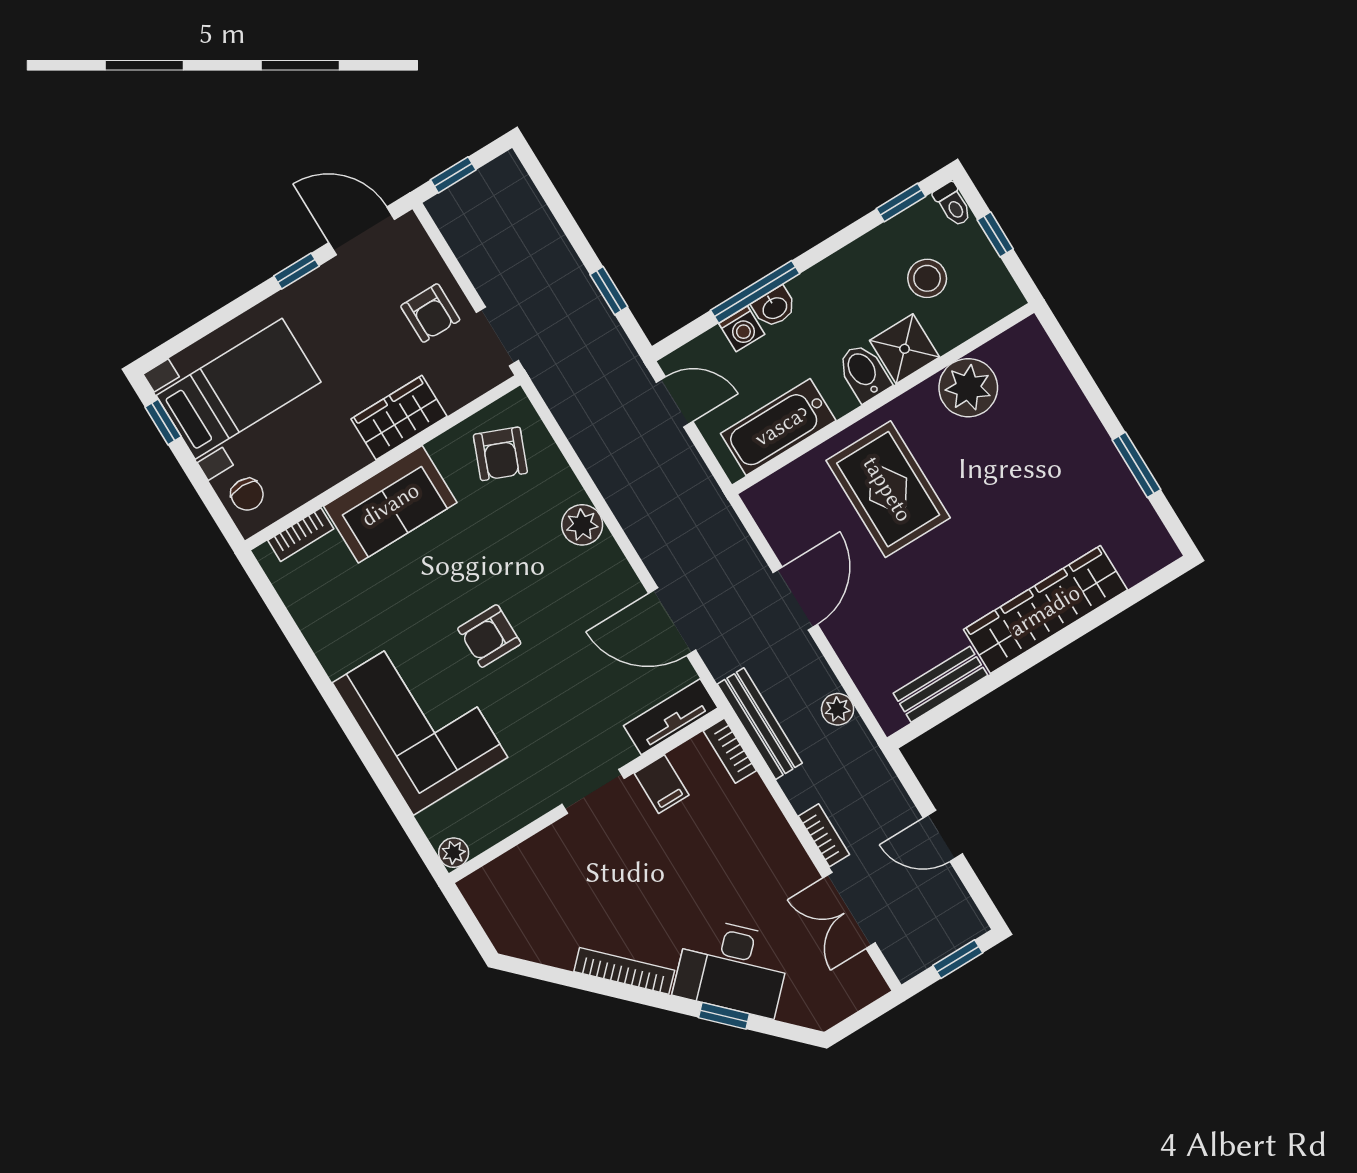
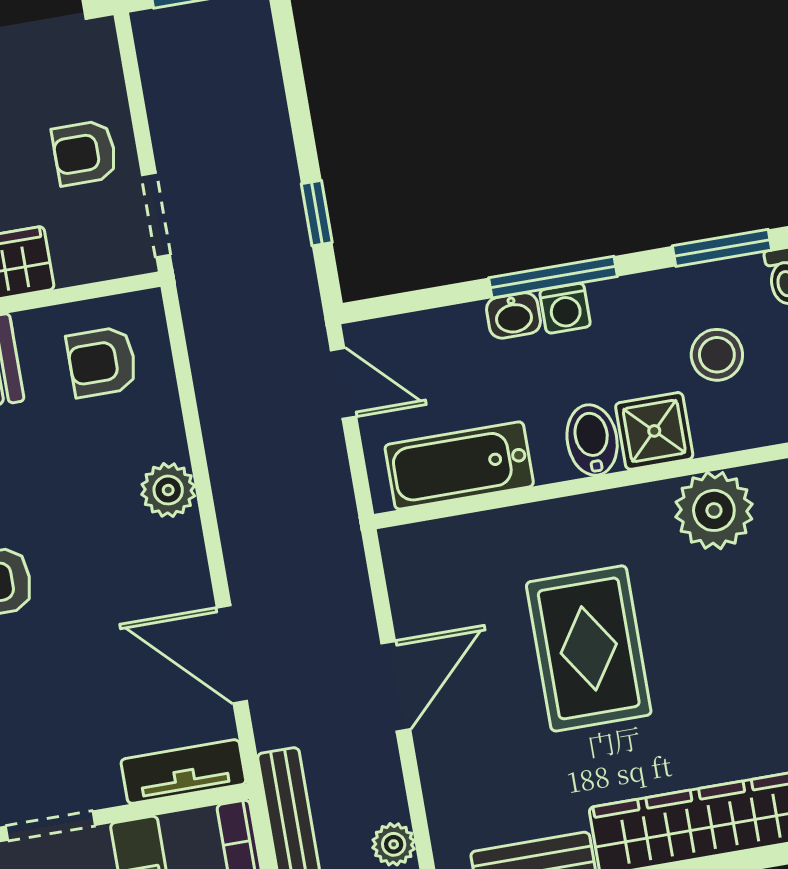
window: (901, 202) -> (722, 248), width x1.50
window: (755, 292) -> (553, 277), moved
armchair: (430, 313) -> (85, 153), turned 90
washing machine: (742, 329) -> (565, 308), moved
armchair: (500, 454) -> (102, 362), turned 68
rug: (888, 489) -> (589, 648), moved

